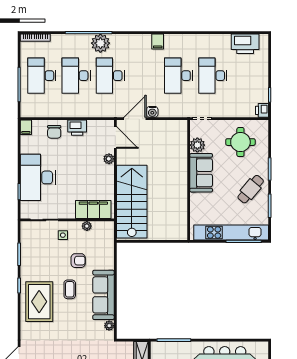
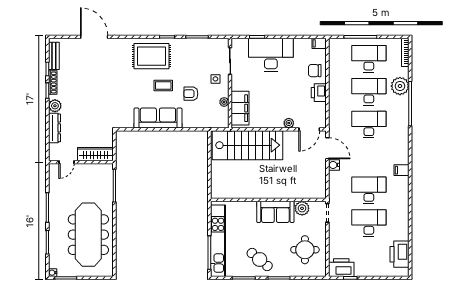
plant: (100, 43) -> (400, 86), moved
printer: (262, 110) -> (341, 268), width x1.87, depth x1.48
armchair: (78, 261) -> (191, 94), turned 90
plant: (109, 326) -> (128, 123), removed

